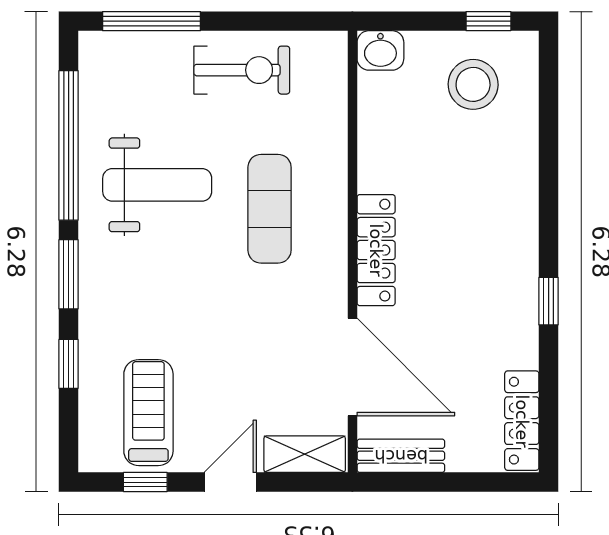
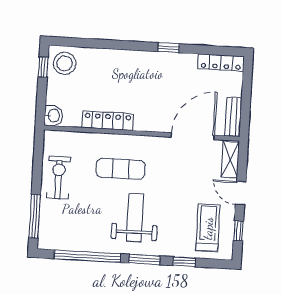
stool: (473, 84) -> (65, 63), moved
weight bench: (157, 185) -> (135, 218), moved
locker: (376, 250) -> (108, 121), moved
treadmill: (148, 413) -> (208, 228), turned 90

